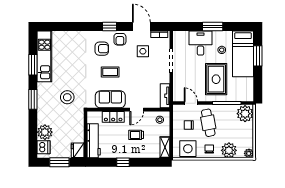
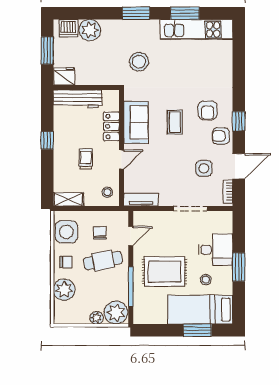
door: (137, 110) -> (122, 160), swing flipped
plant: (249, 153) -> (97, 318), moved

